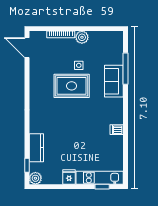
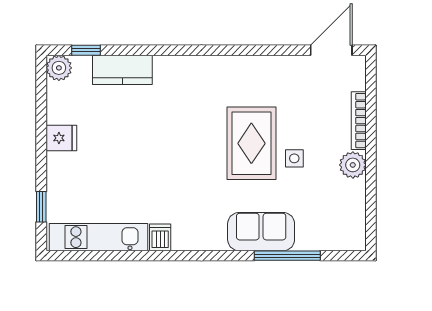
kitchen unit: (100, 178) -> (99, 237), moved, turned -90

